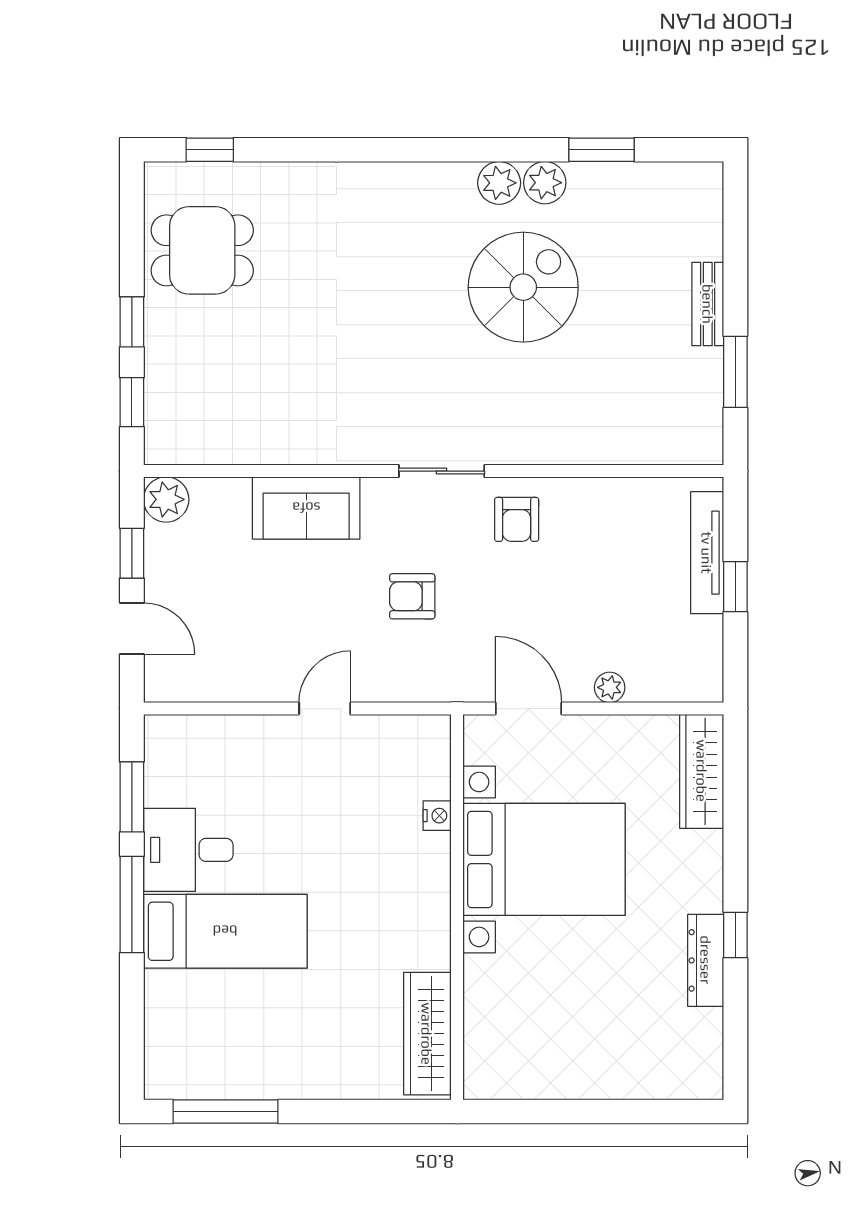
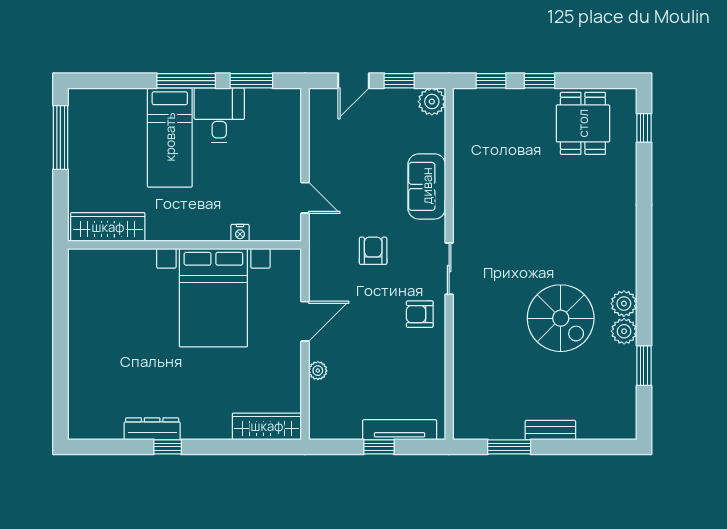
nightstand: (437, 816) -> (240, 233), moved
bed with nightstands: (544, 859) -> (213, 298), moved
wall: (457, 907) -> (185, 245), moved
wardrobe: (427, 1034) -> (108, 227), moved

